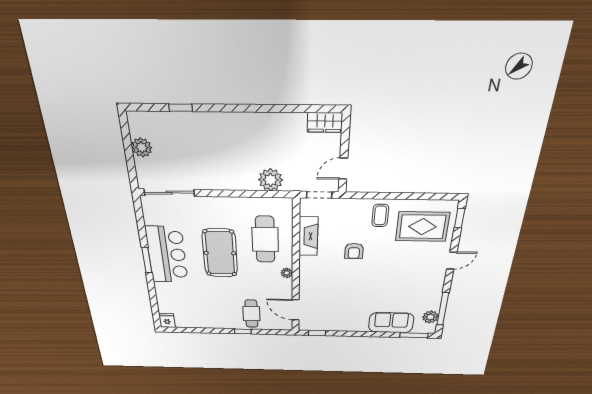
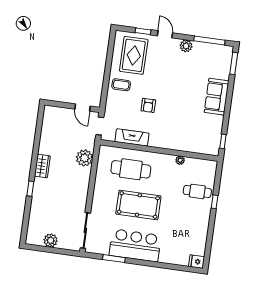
window: (181, 108) -> (30, 189), moved
wardrobe: (325, 122) -> (42, 166), moved
window: (460, 218) -> (143, 31), moved
armchair: (354, 251) -> (148, 105), turned 90
window: (147, 260) -> (114, 259), moved
plant: (287, 273) -> (180, 160), moved
door: (296, 310) -> (197, 156), removed
plant: (430, 317) -> (186, 46), moved
sofa: (391, 323) -> (217, 97), moved

